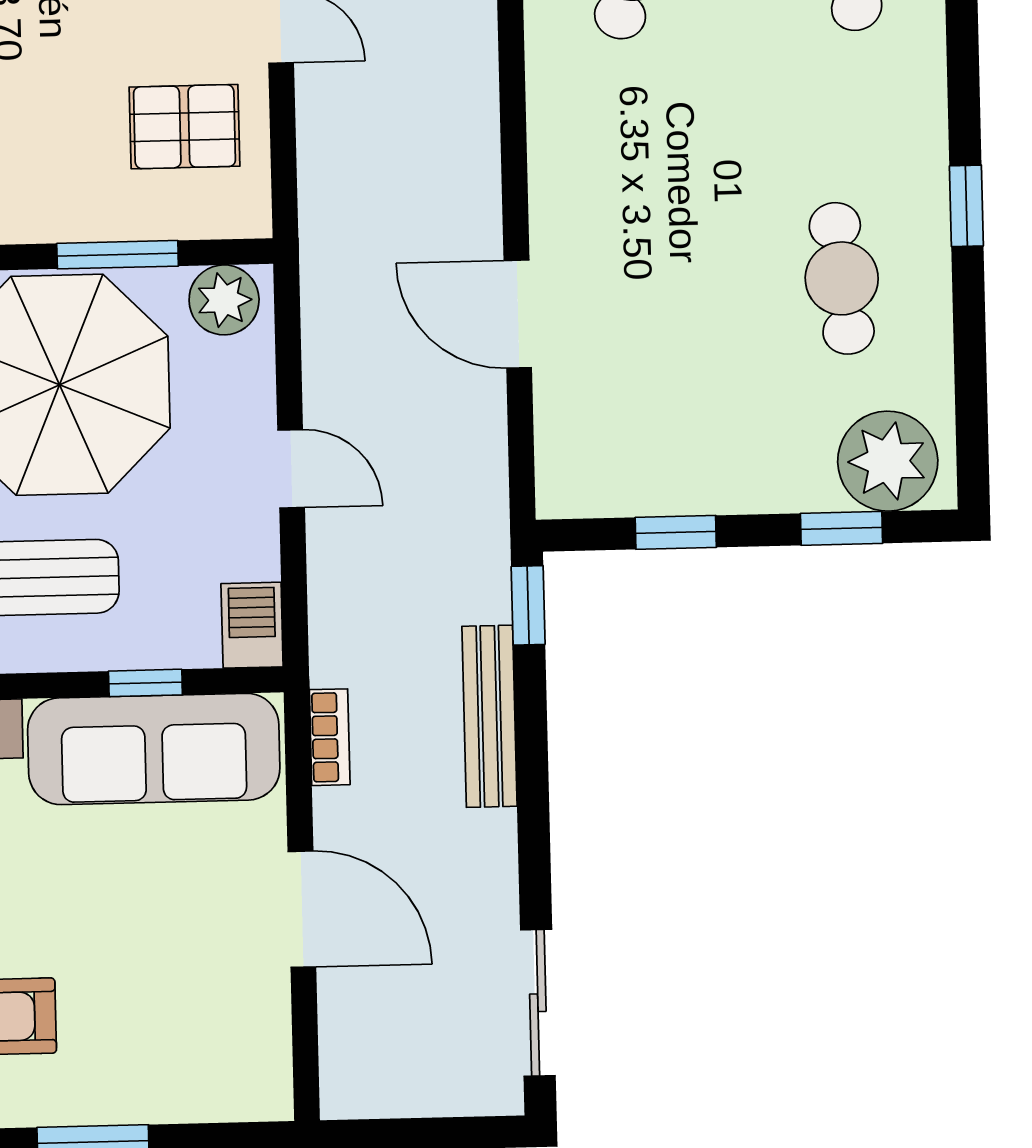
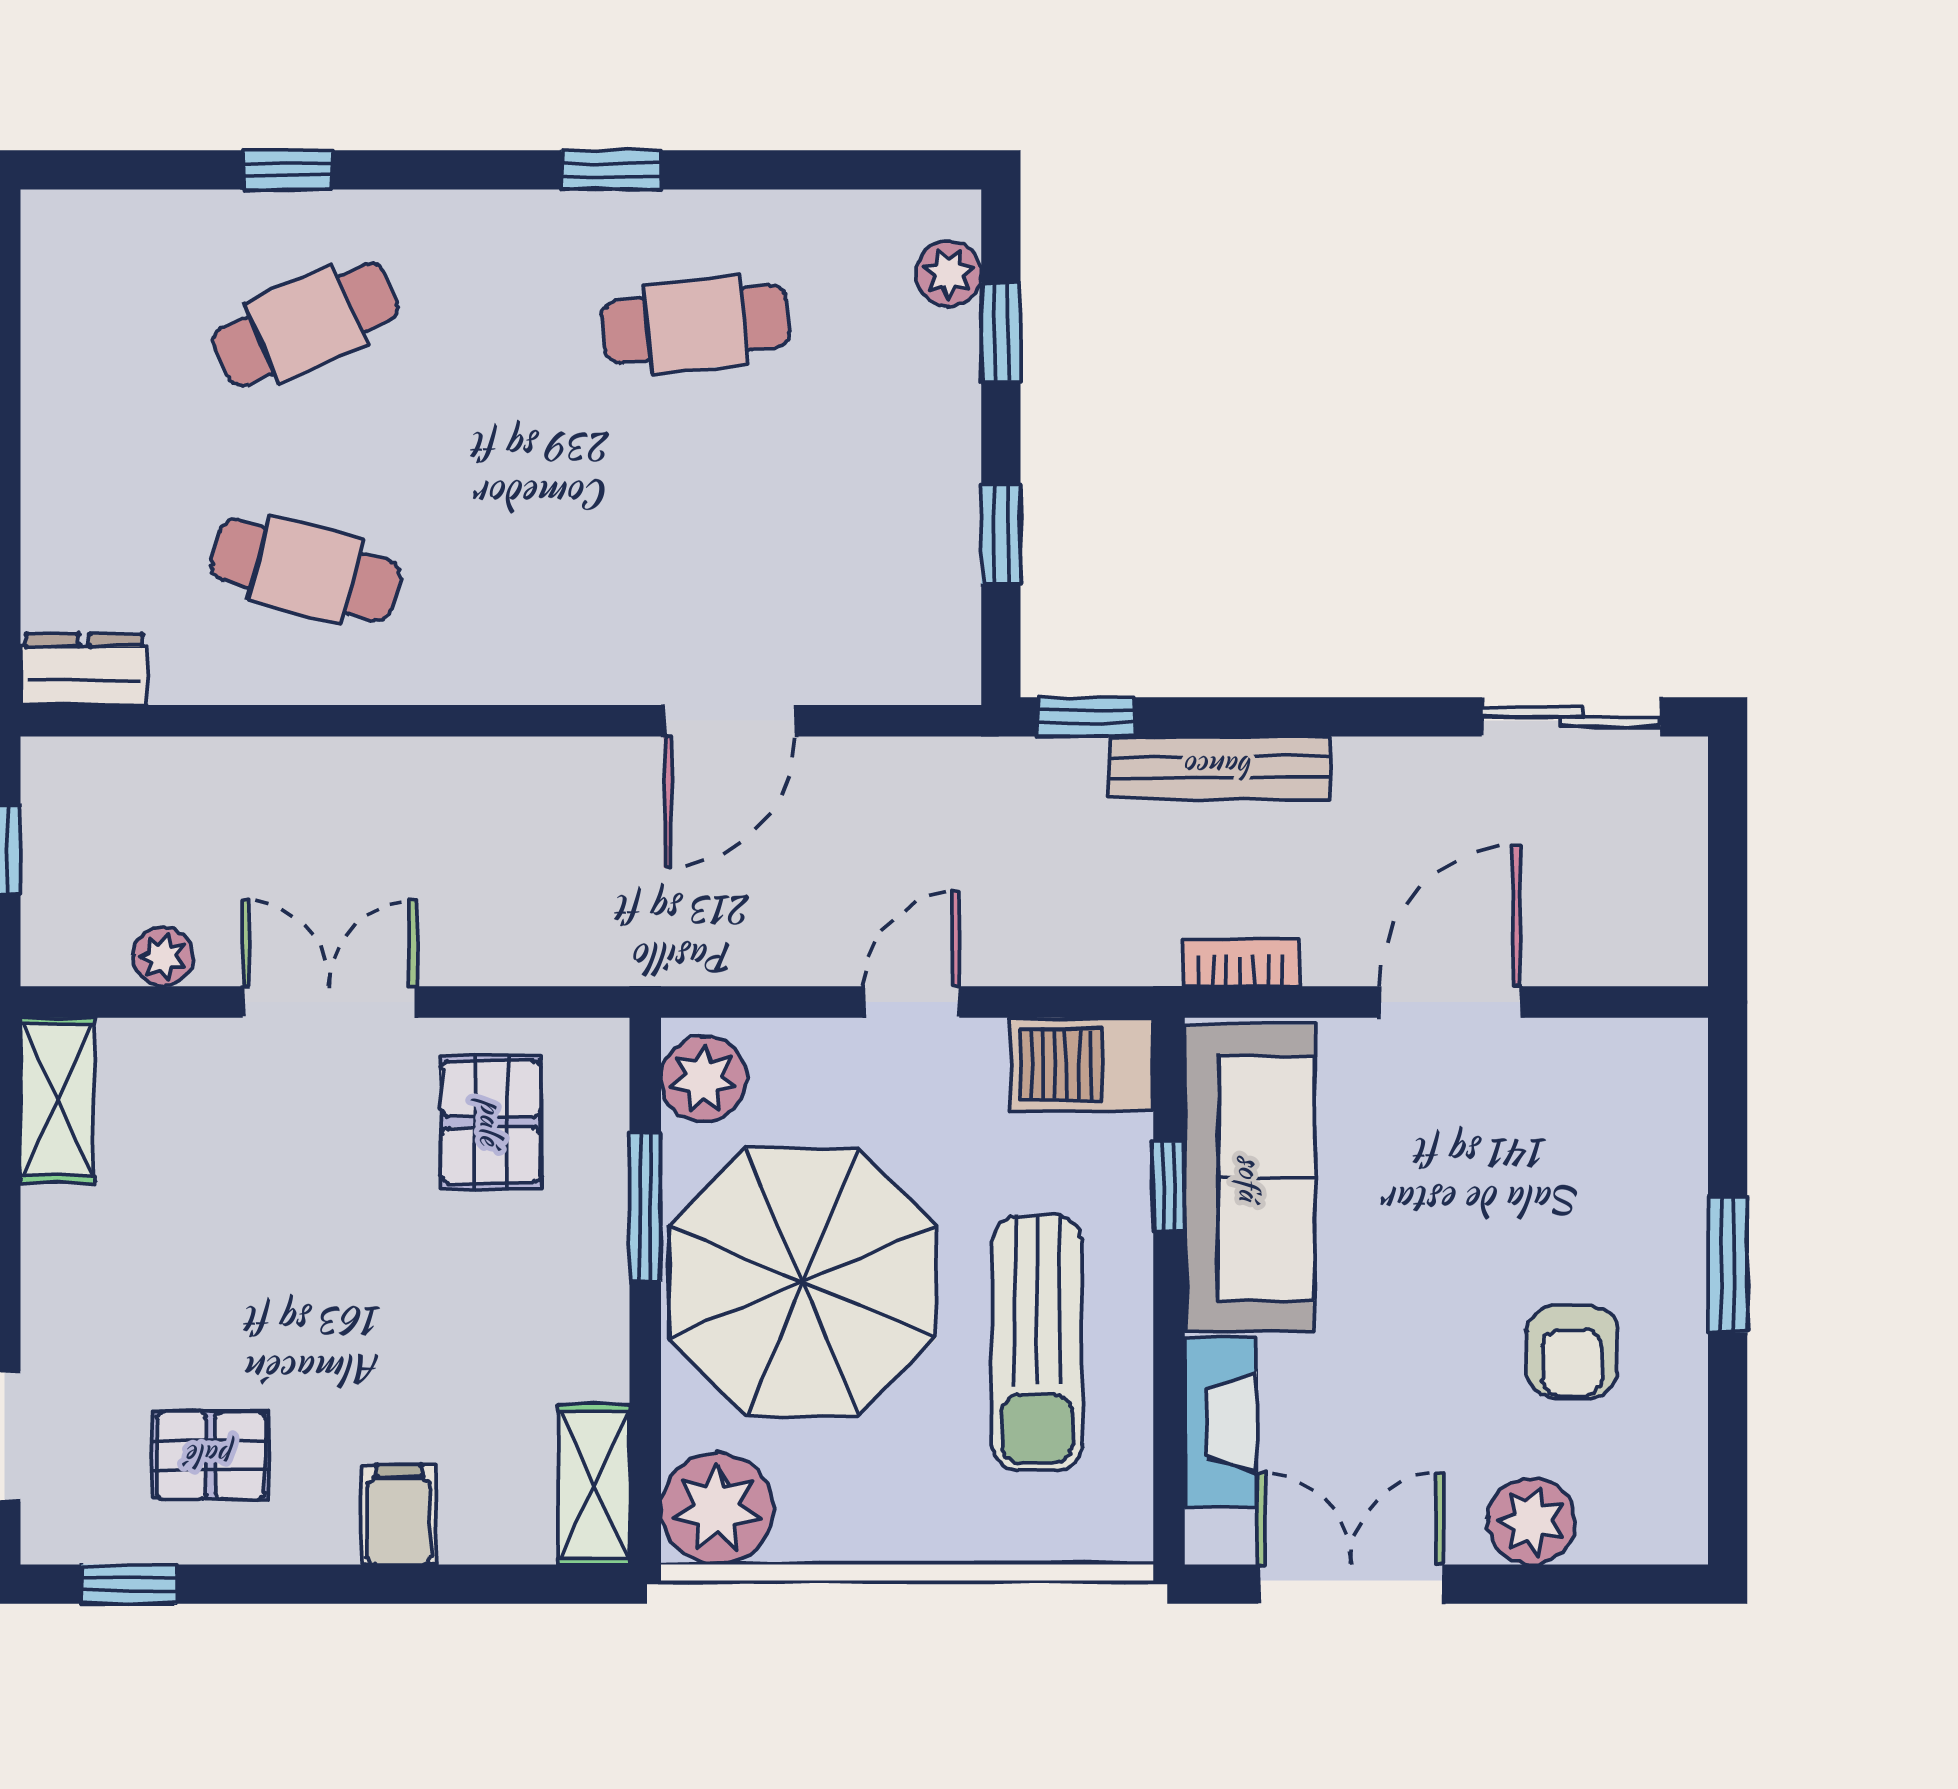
plant: (888, 461) -> (949, 274), width x0.53, depth x0.53
barbecue: (252, 625) -> (1082, 1064), width x1.38, depth x1.27

